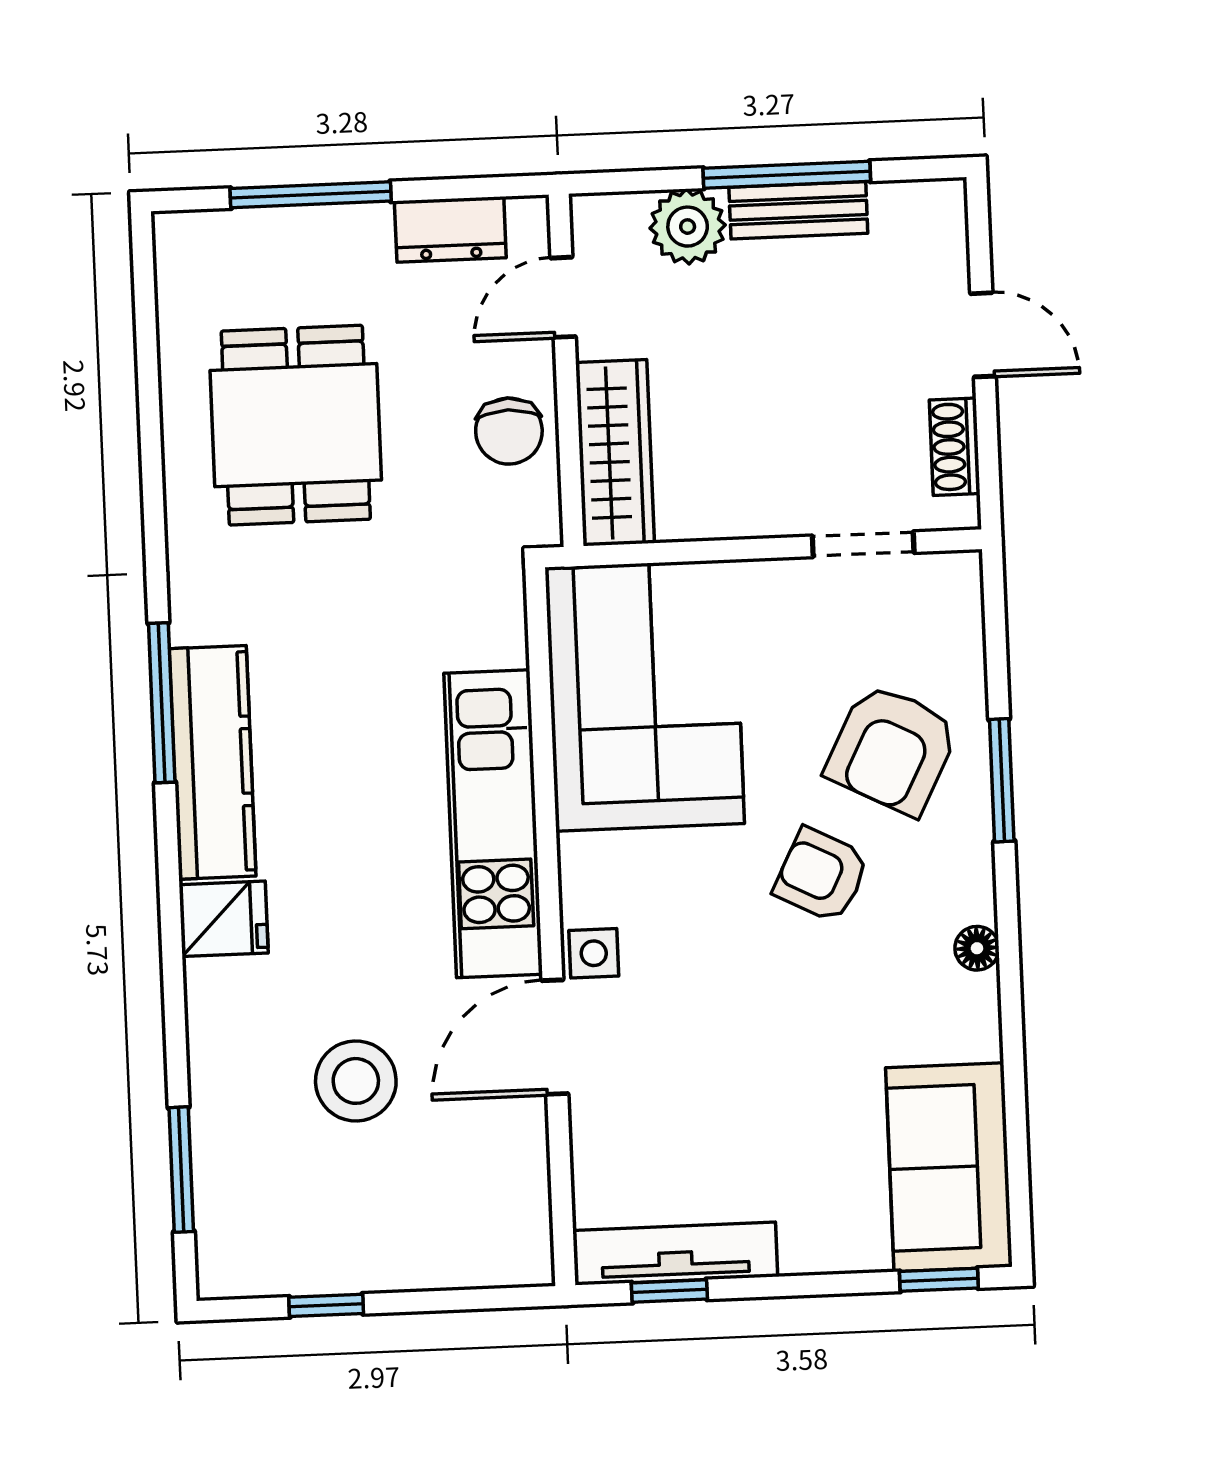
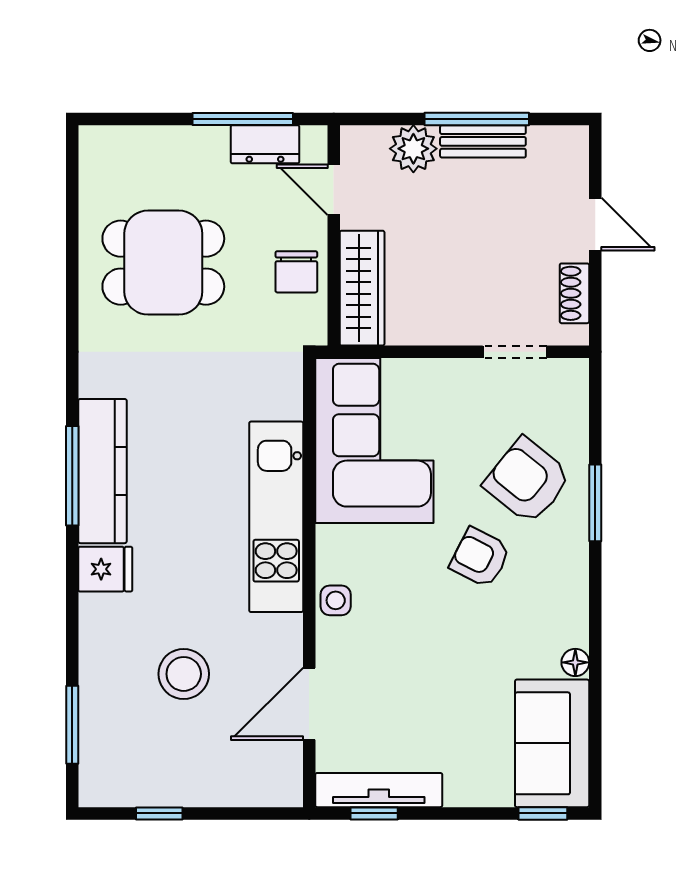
window: (311, 195) -> (243, 119), moved
door: (563, 297) -> (334, 190), hinge flipped
dining table: (296, 425) -> (163, 263), turned 90
window: (162, 703) -> (72, 476), moved
armchair: (892, 749) -> (527, 481), turned 102
floor lamp: (977, 948) -> (575, 662), moved
door: (555, 1037) -> (309, 704), moved

